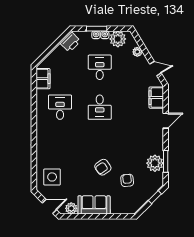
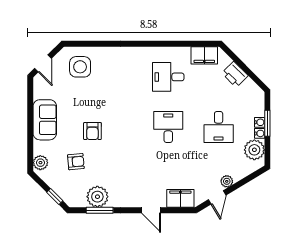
printer: (70, 42) -> (235, 74), moved
plant: (137, 52) -> (227, 181), moved
desk: (100, 67) -> (219, 127), turned 90
desk: (60, 107) -> (168, 77), turned 180
desk: (100, 107) -> (168, 127), turned 90
armchair: (103, 167) -> (92, 131), turned -145
plant: (71, 208) -> (40, 163), moved

